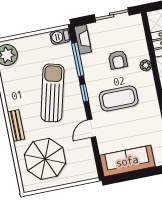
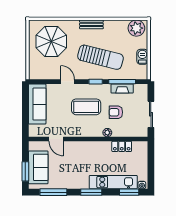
barbecue: (60, 36) -> (142, 57), moved
fireplace: (83, 39) -> (122, 88), moved
coffee table: (119, 98) -> (86, 107), turned 90
bench: (16, 125) -> (91, 24), moved

